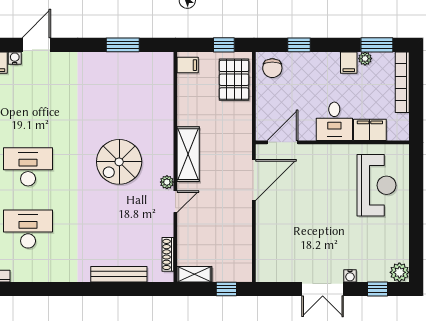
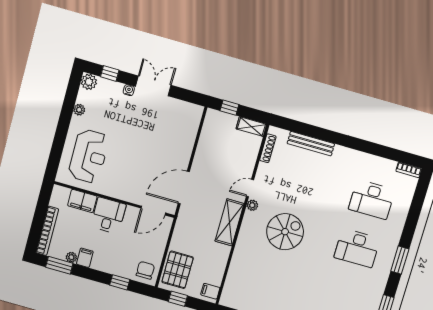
reception desk: (376, 185) -> (89, 156), turned 180
plant: (402, 237) -> (79, 110), added

